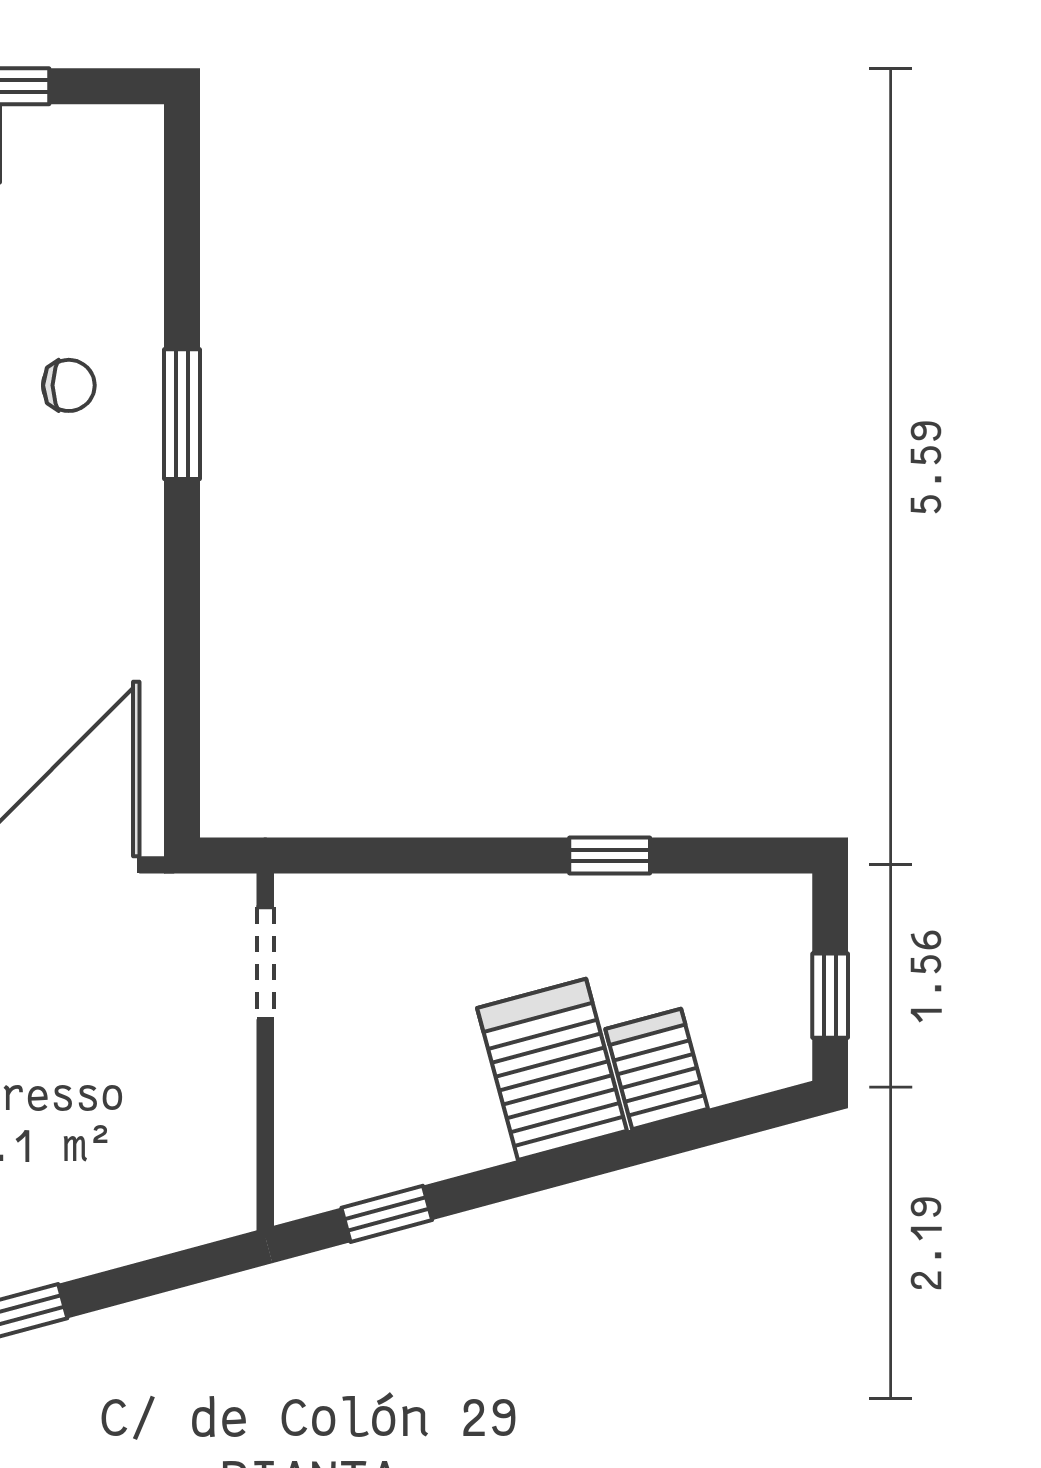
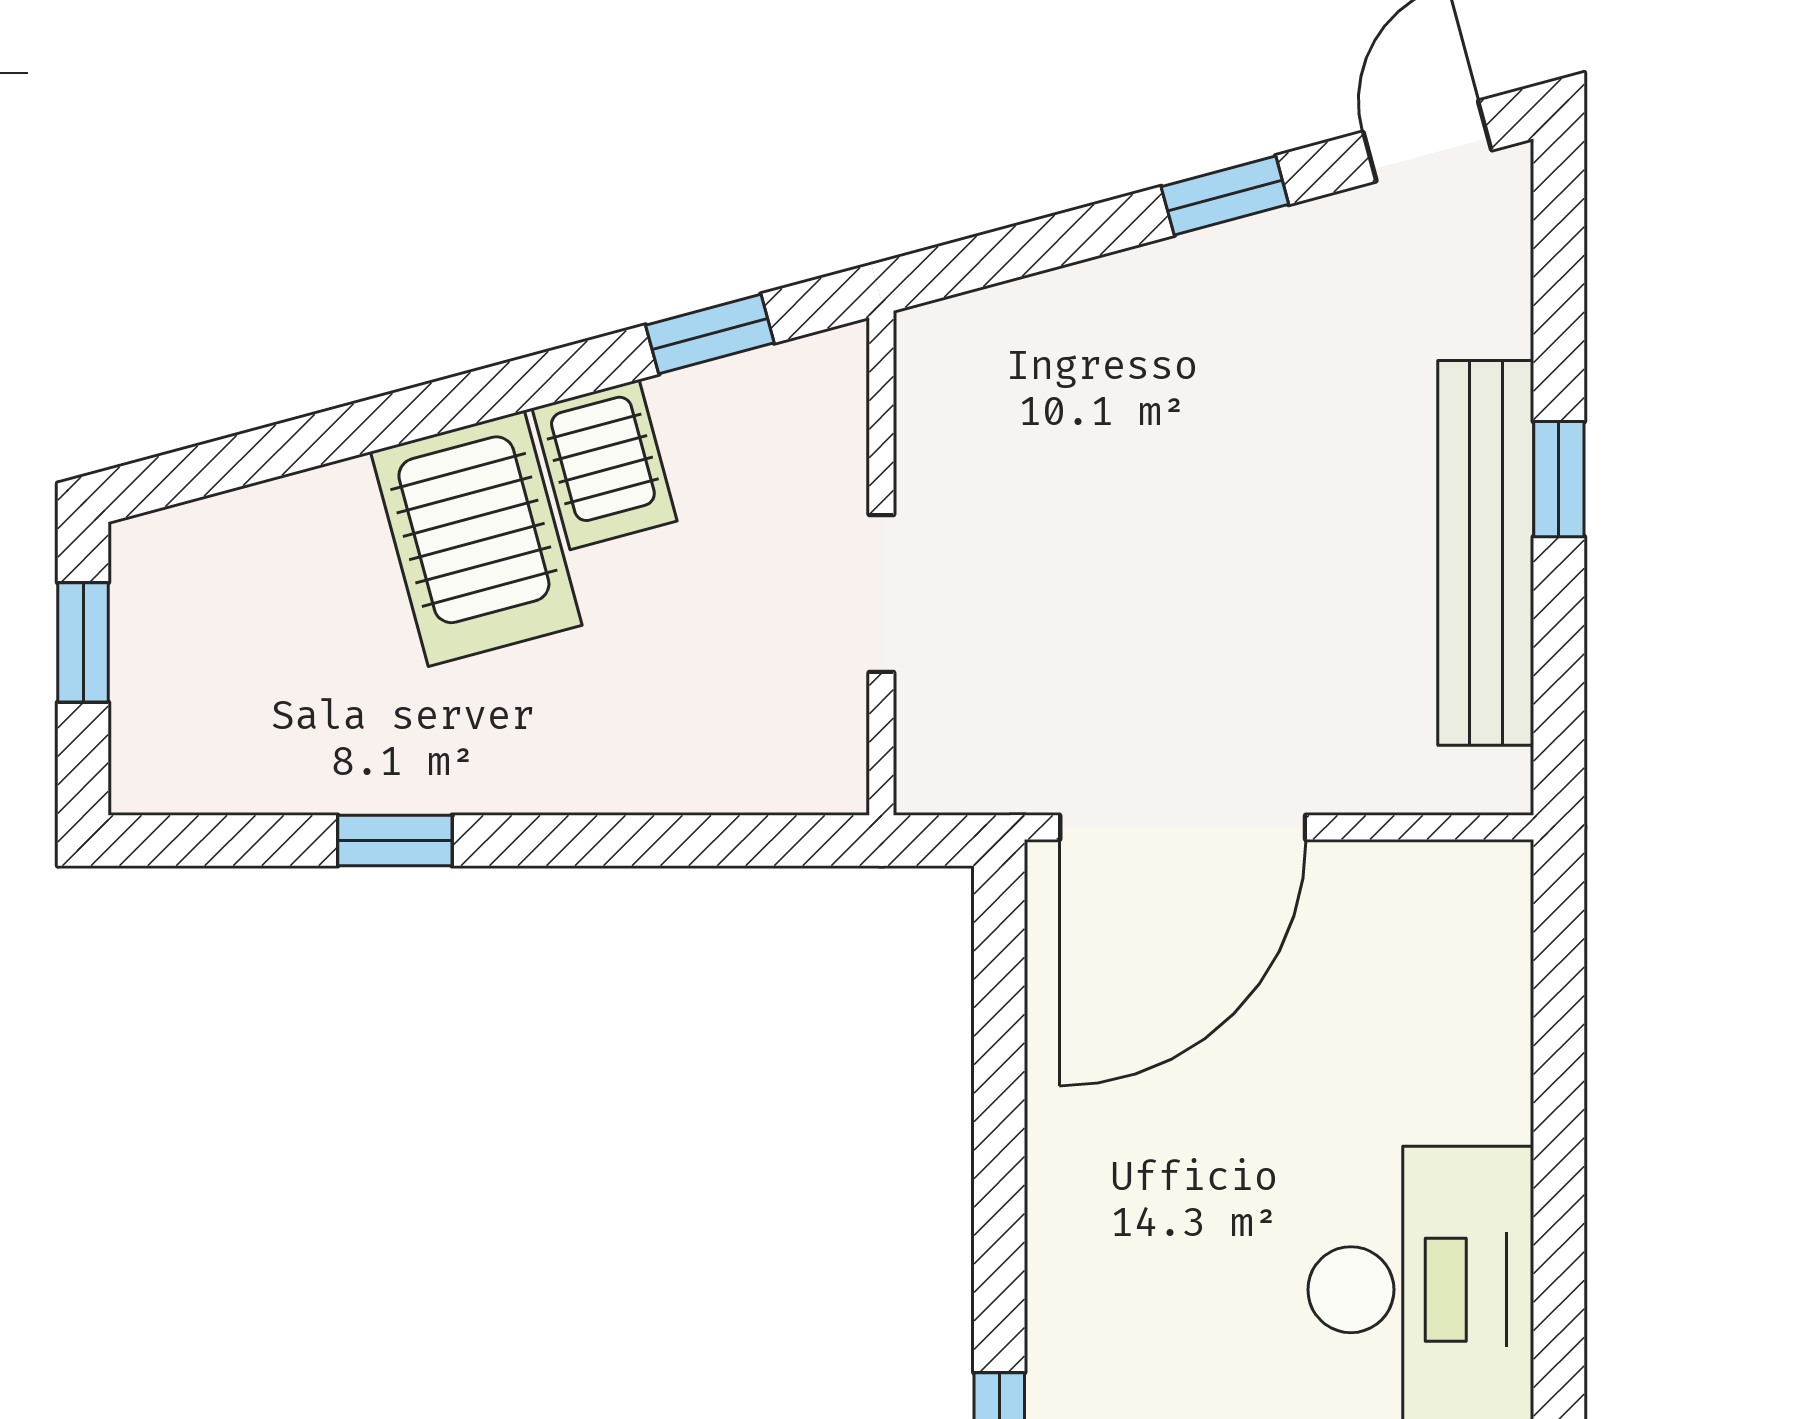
doorway: (265, 963) -> (881, 593), moved
server rack: (657, 1069) -> (604, 465), moved

